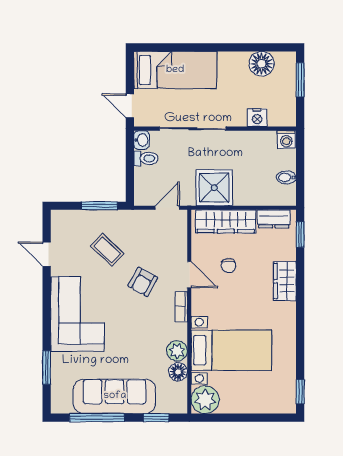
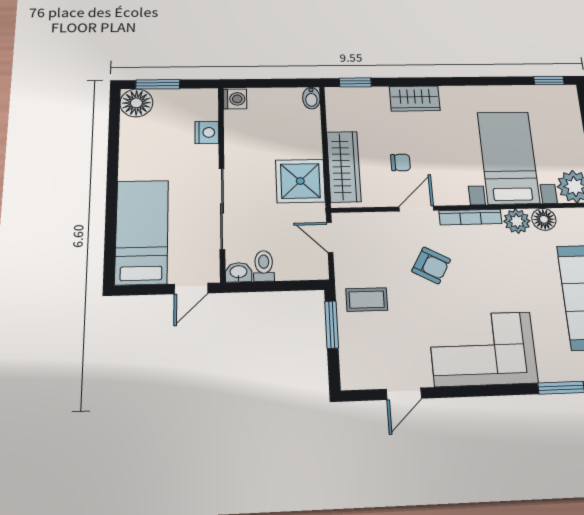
floor lamp: (262, 64) -> (136, 103), moved
bidet: (286, 177) -> (311, 98), moved
dresser: (274, 219) -> (337, 112), removed
coffee table: (107, 250) -> (367, 300), moved, turned 47
bookcase: (181, 307) -> (470, 217), width x1.56

